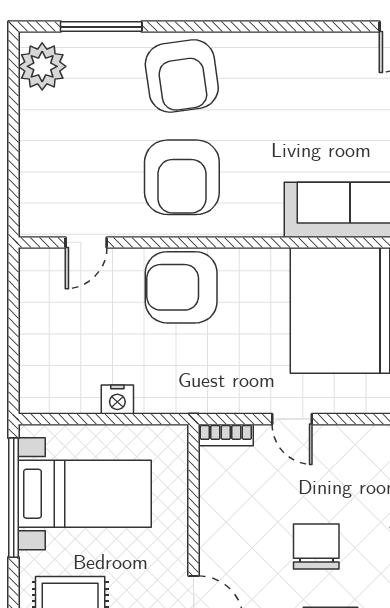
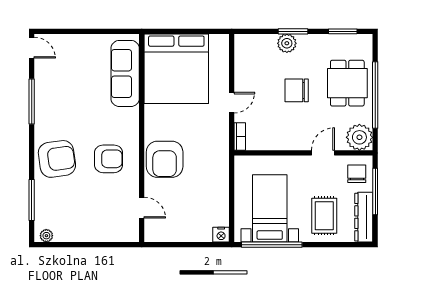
window: (295, 27) -> (32, 101), added
plant: (42, 66) -> (46, 236), width x0.53, depth x0.53
armchair: (182, 177) -> (109, 159), width x0.73, depth x0.73
nightstand: (117, 399) -> (221, 235), moved, turned 90

